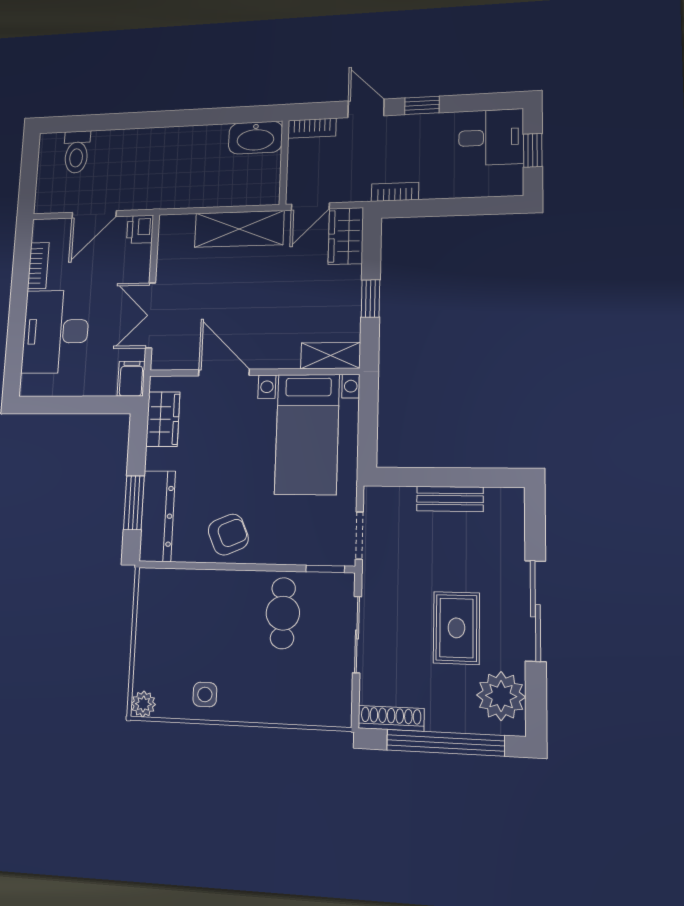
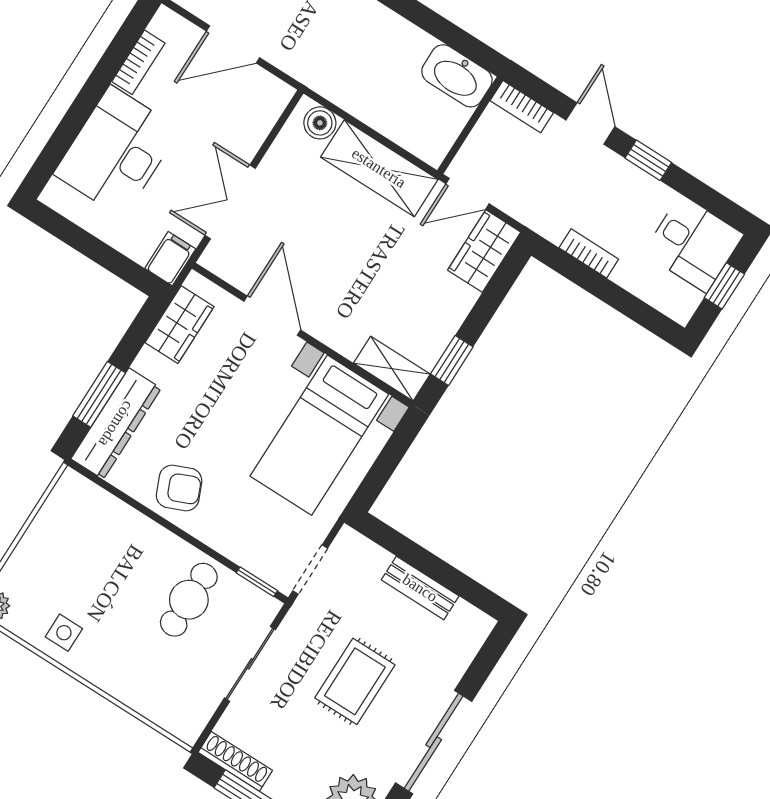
bookcase: (395, 192) -> (589, 253), moved
boiler: (181, 226) -> (320, 123), added
printer: (140, 229) -> (274, 96), removed
window: (370, 299) -> (452, 360), moved
rug: (456, 628) -> (355, 681), moved

